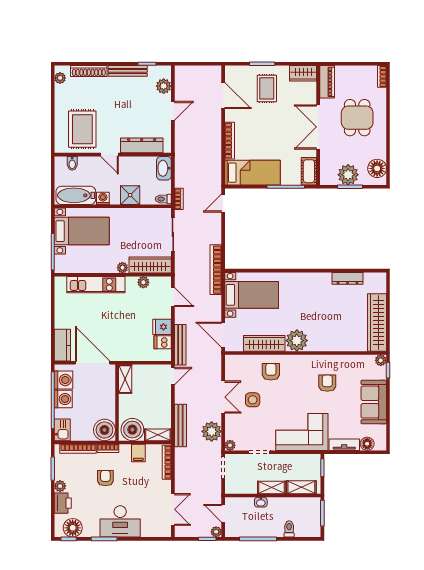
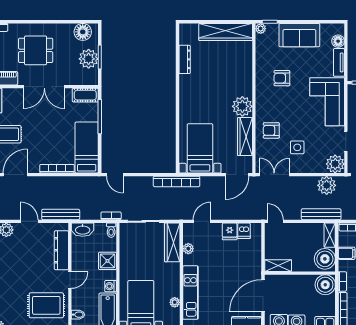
plant: (122, 268) -> (175, 302), moved
bench: (180, 345) -> (61, 214), moved
double door: (223, 397) -> (274, 175), moved
plant: (230, 445) -> (335, 164), width x1.88, depth x1.88

